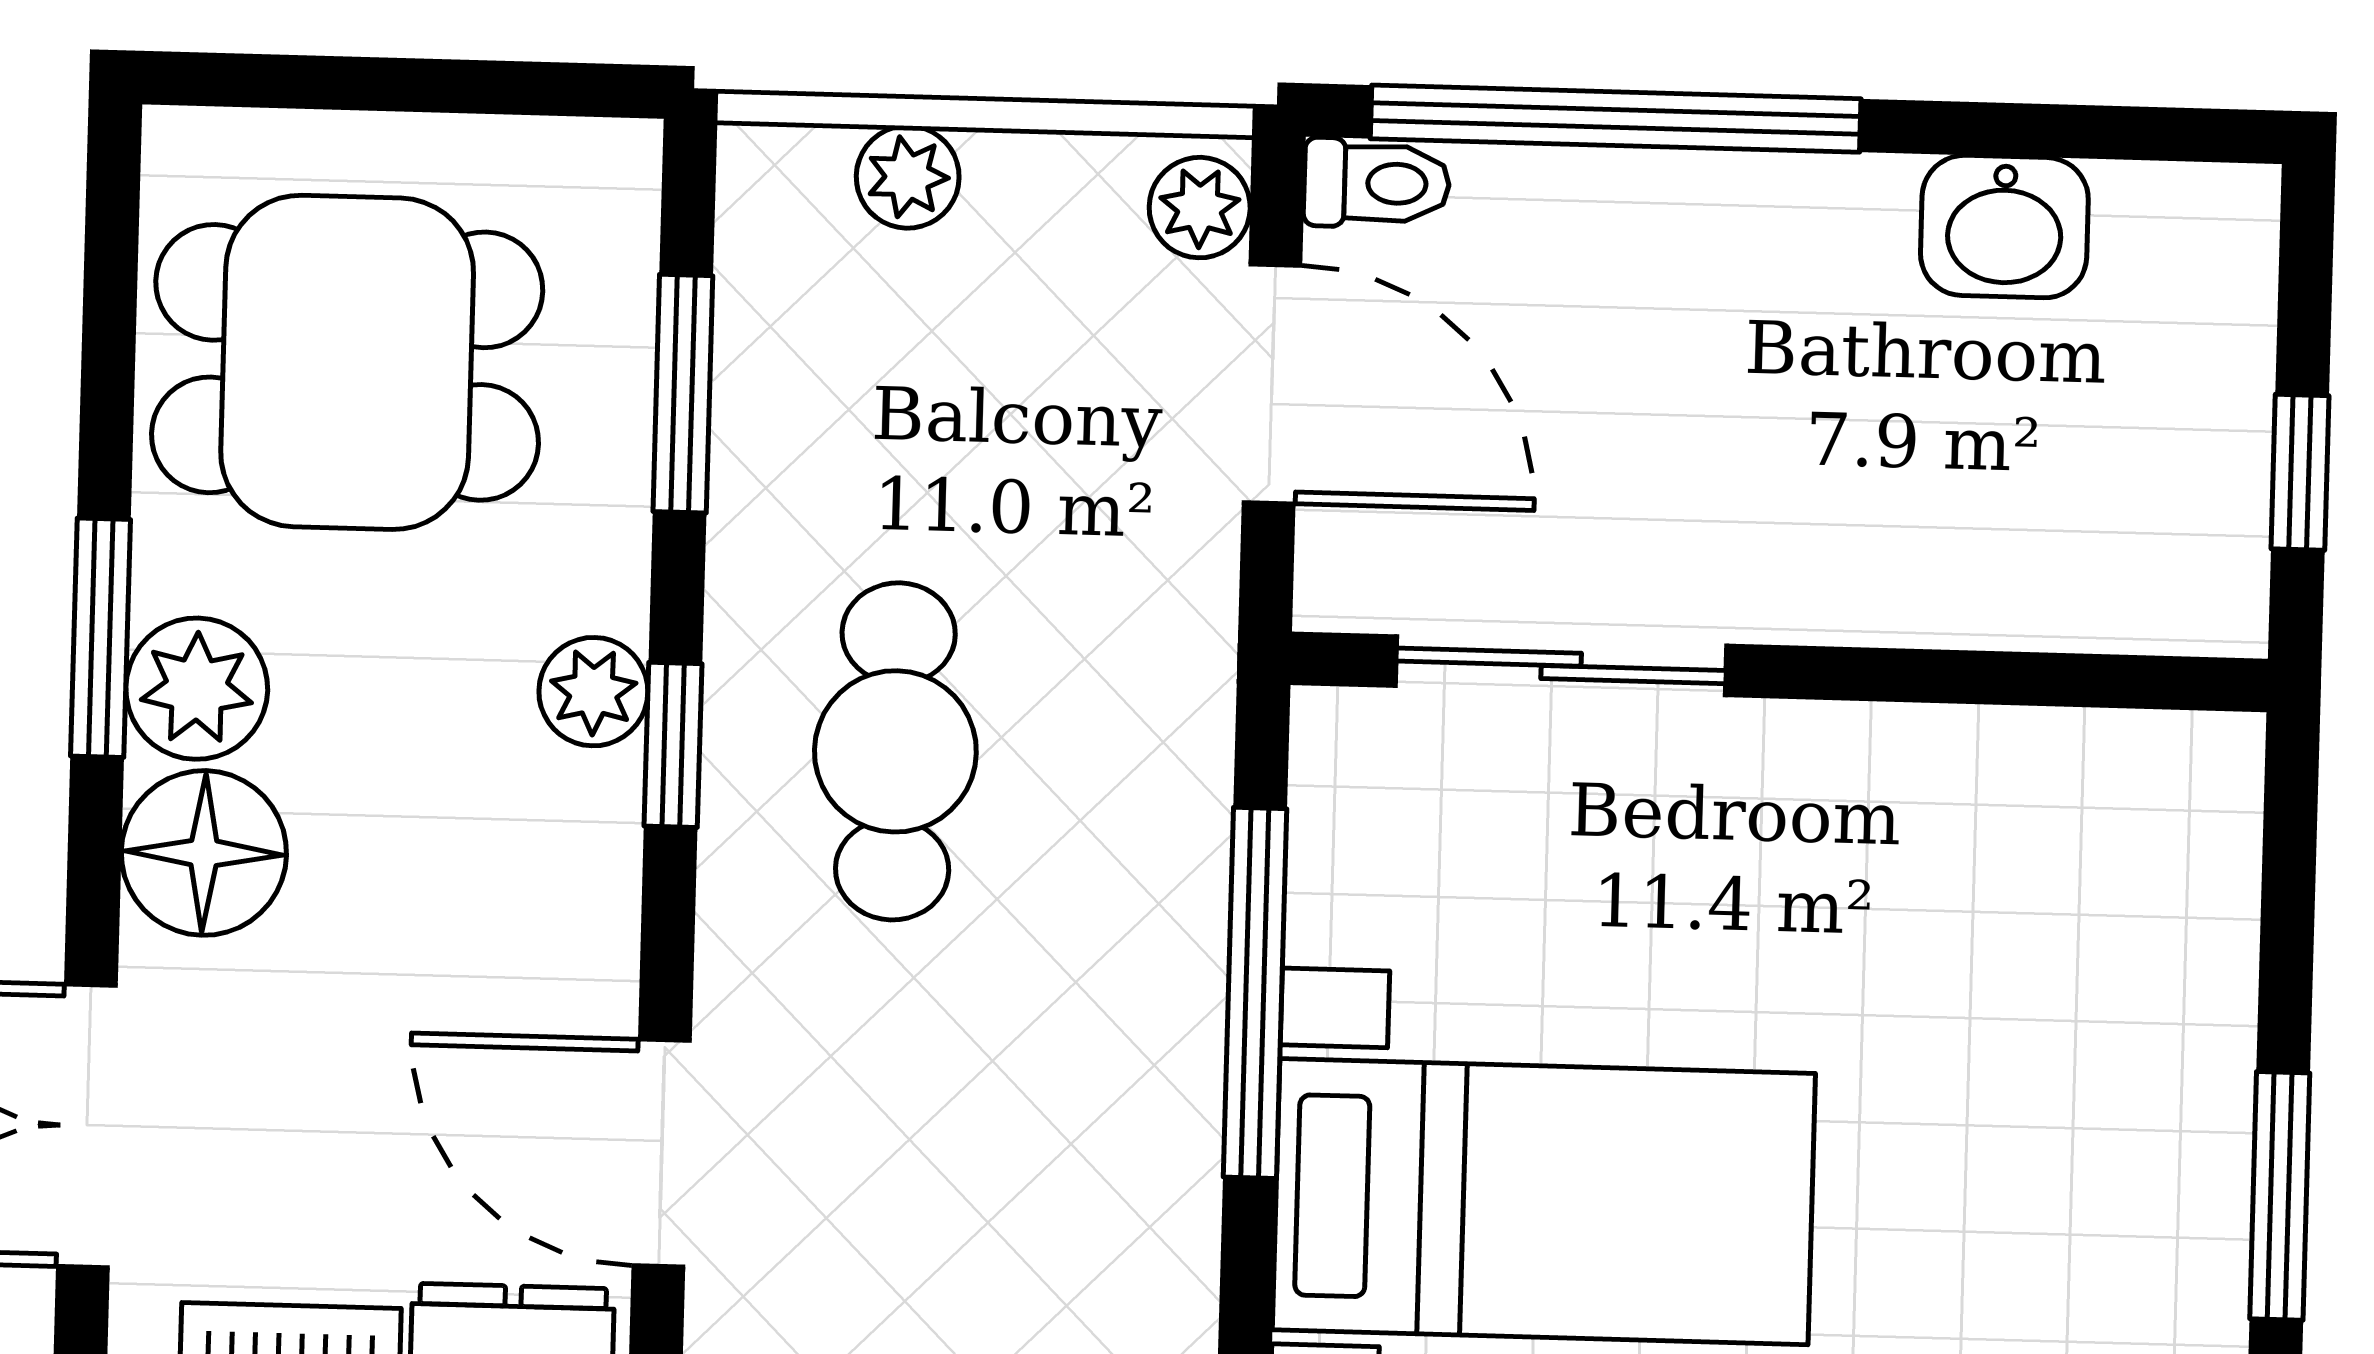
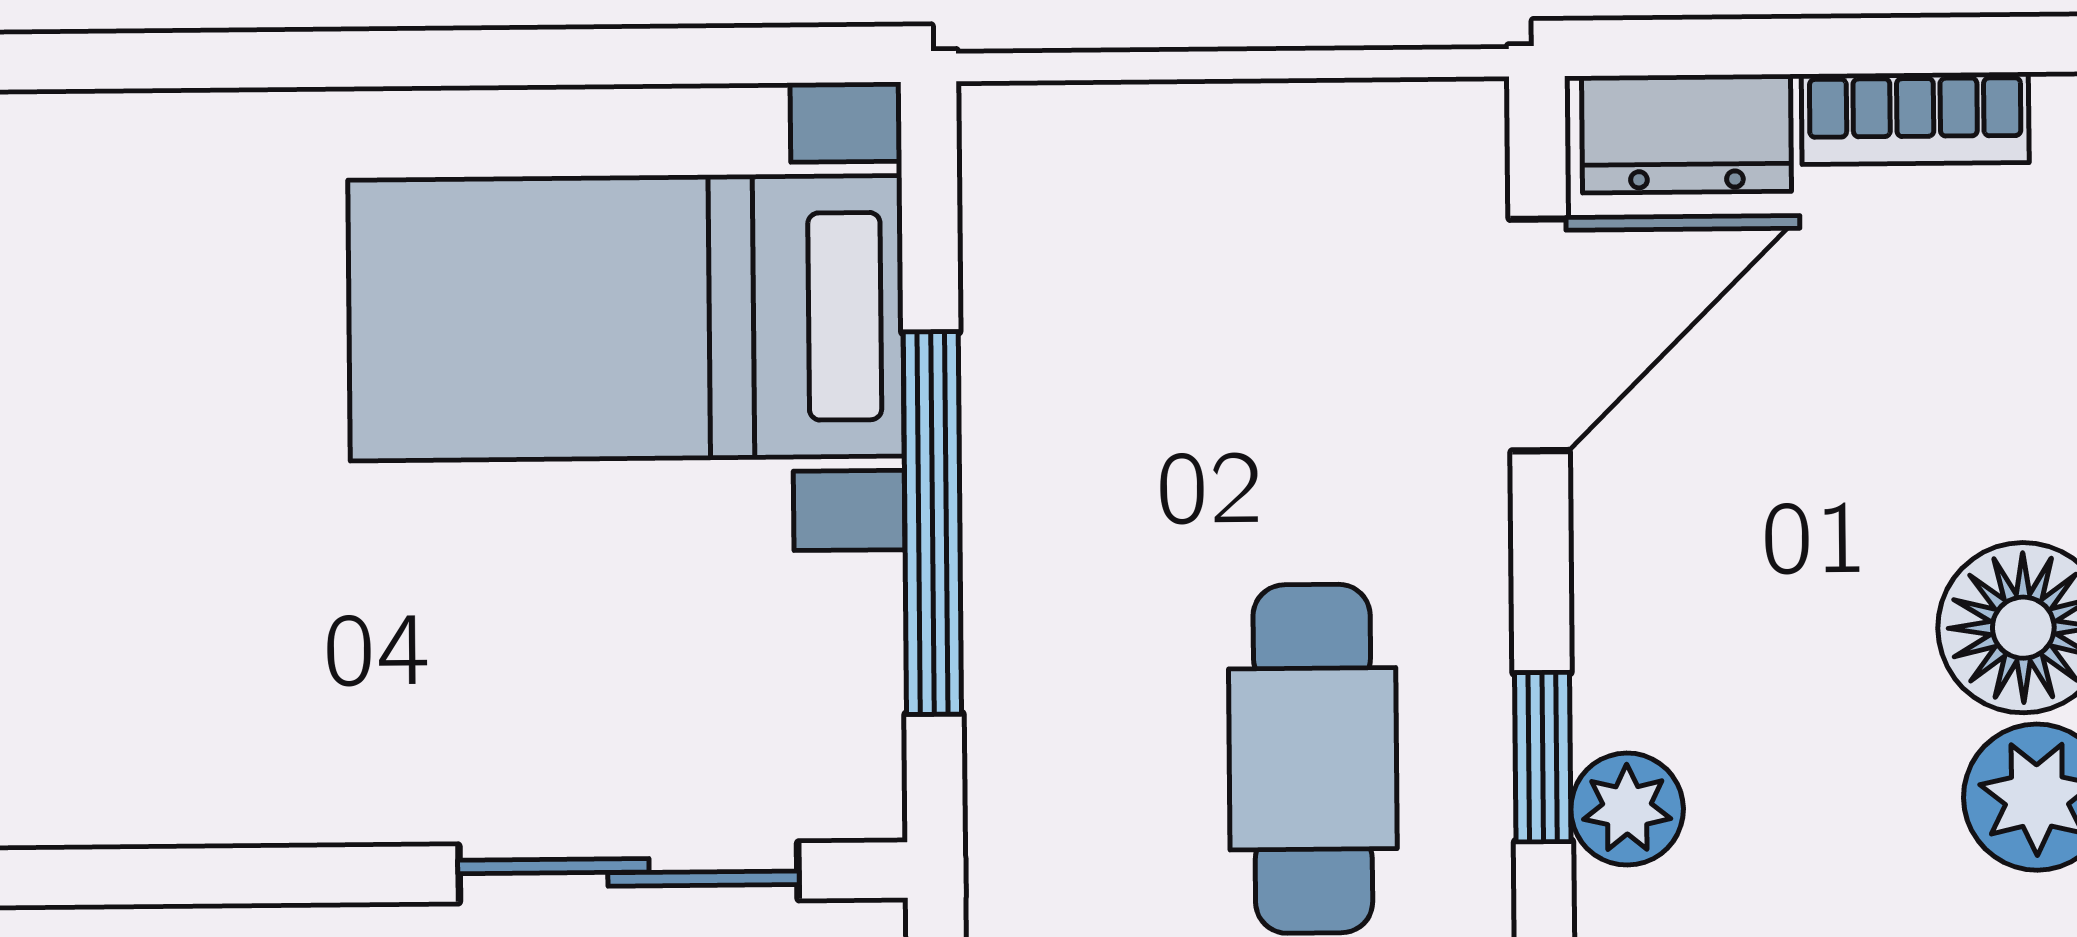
door: (662, 1153) -> (1539, 335), hinge flipped

